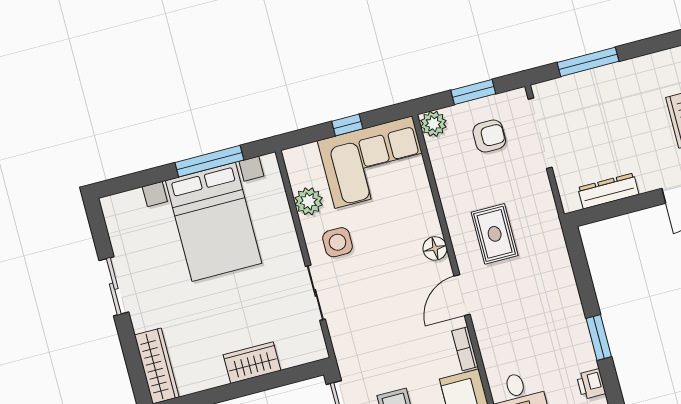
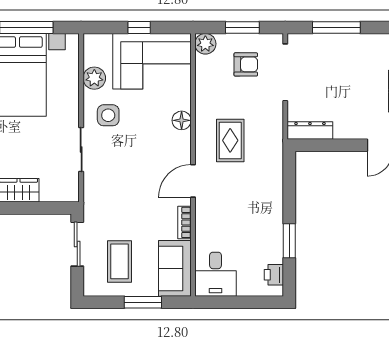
dresser: (608, 191) -> (310, 130), moved
floor lamp: (435, 248) -> (182, 120), moved

